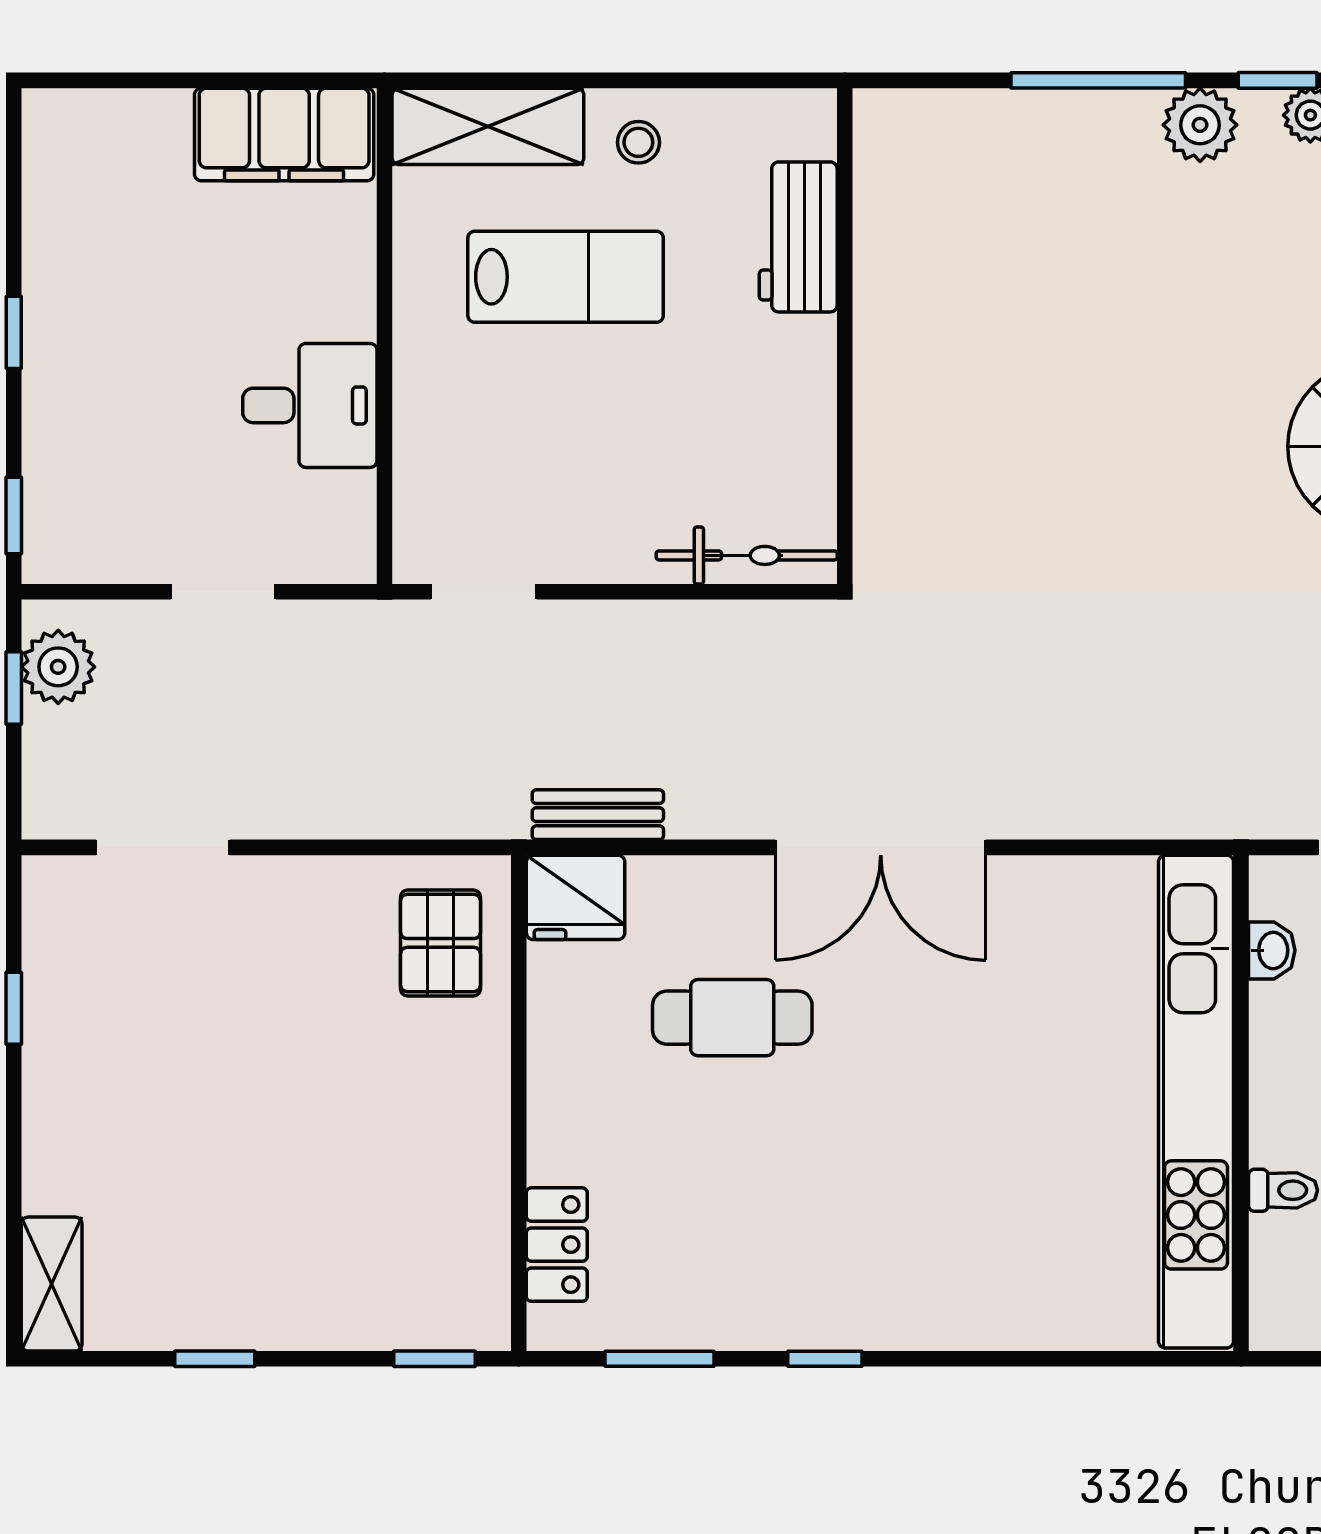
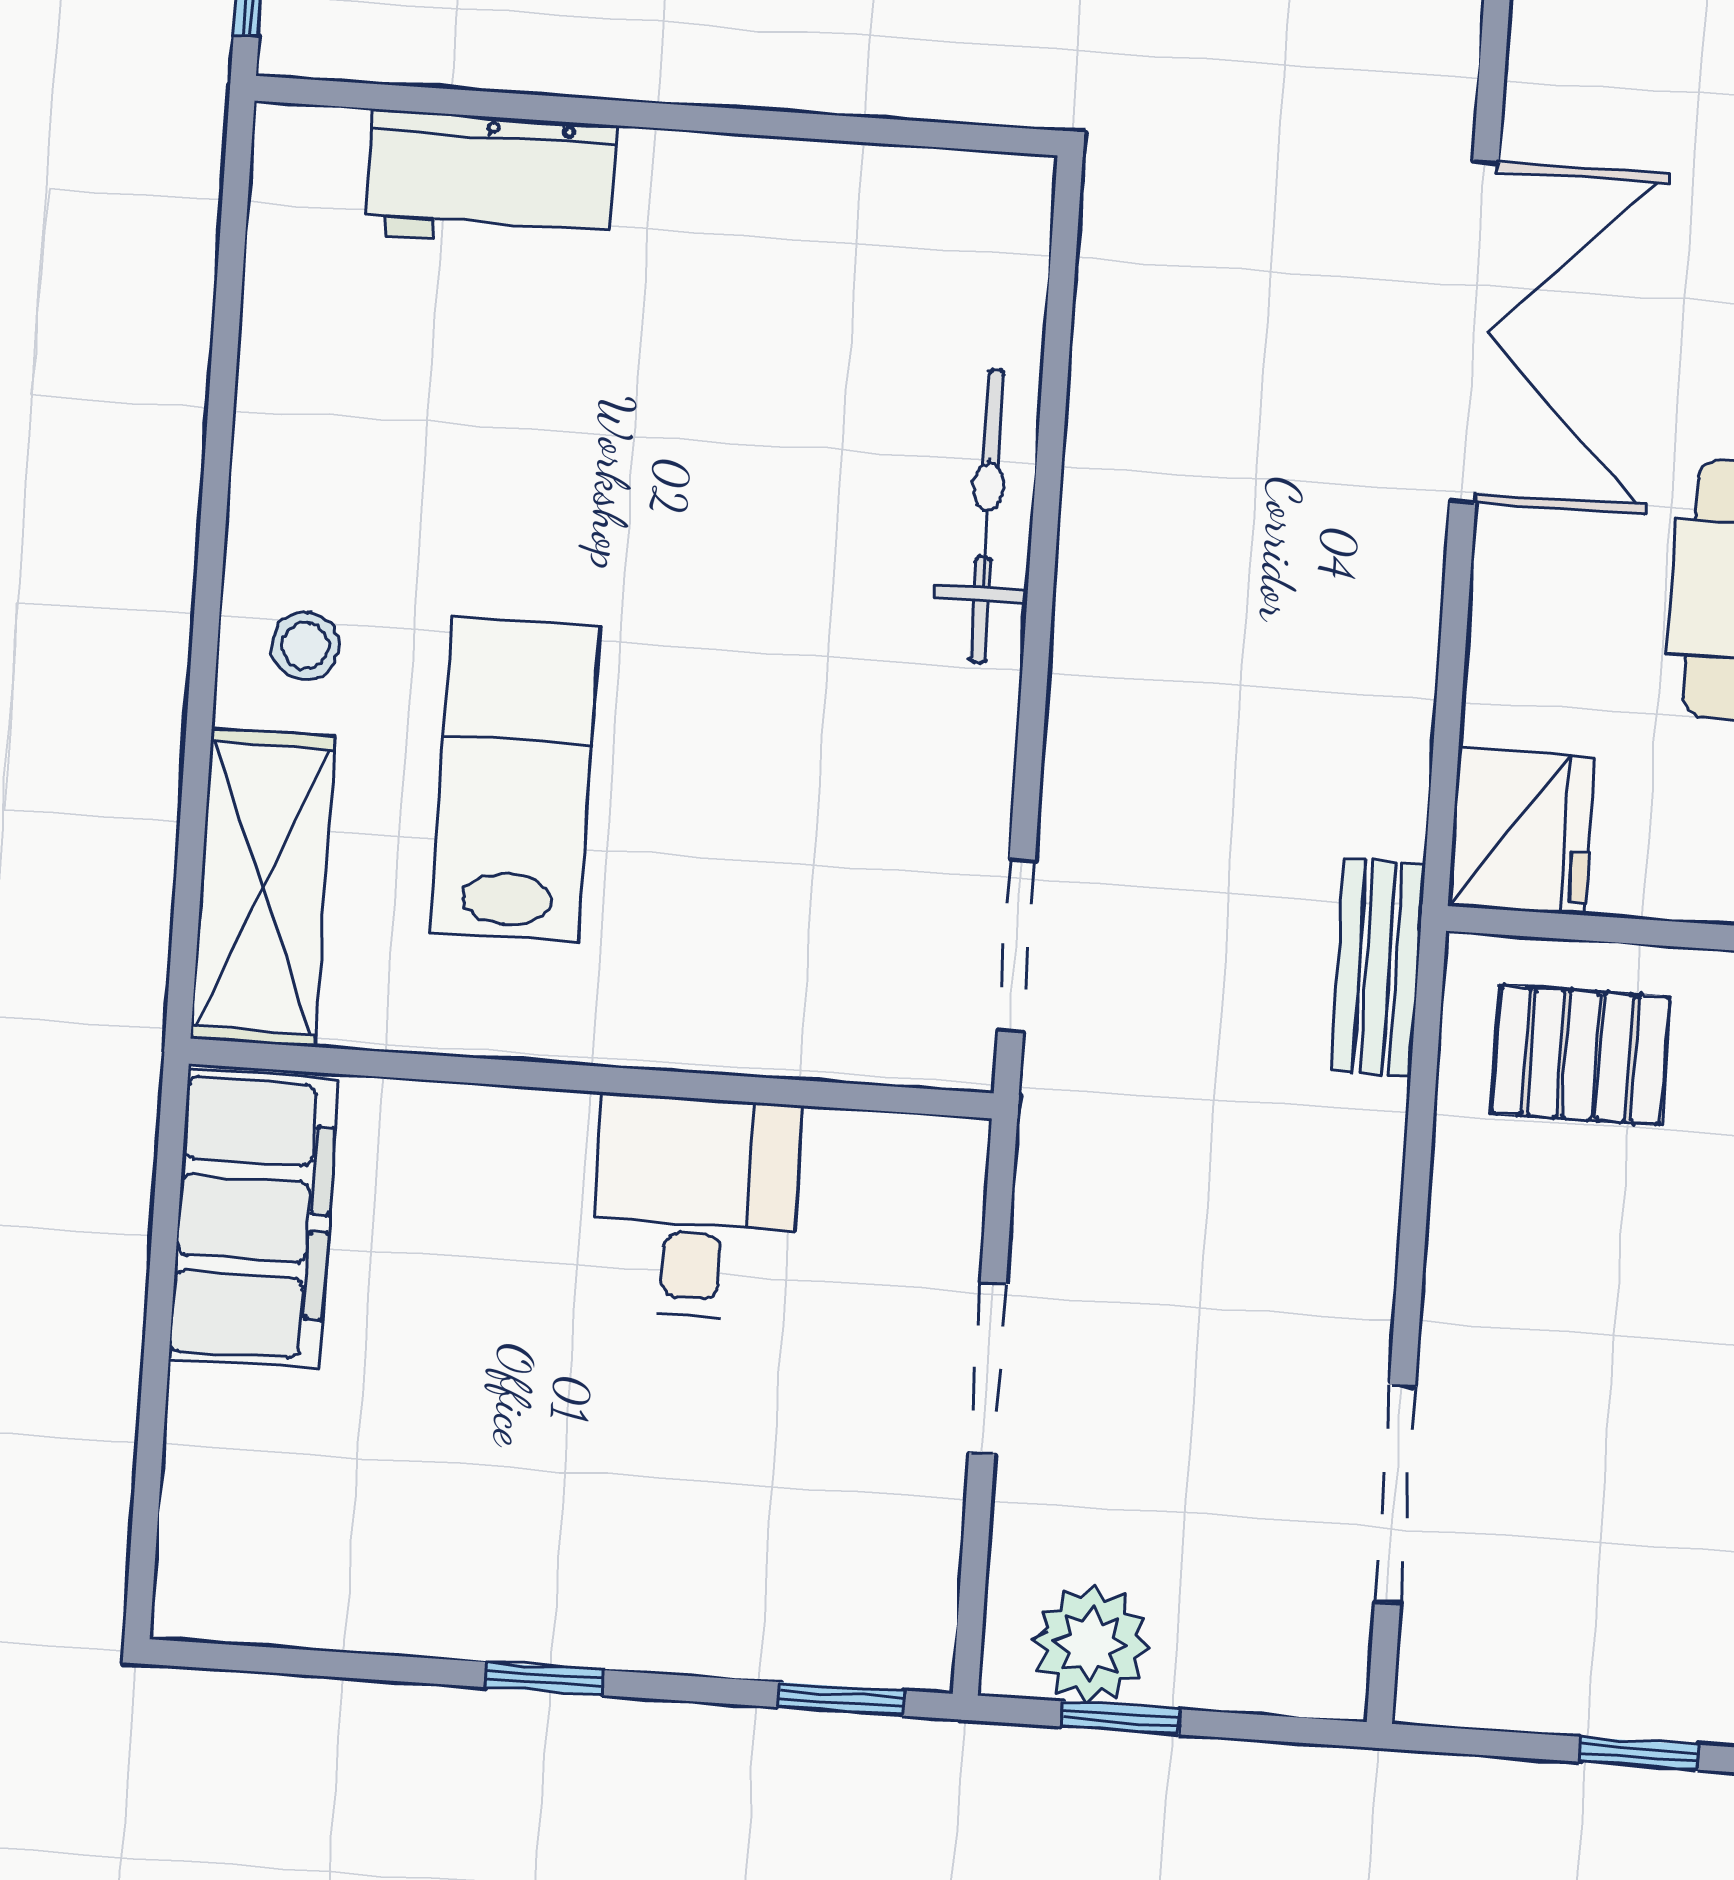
workbench: (798, 237) -> (491, 180), moved
wall: (845, 336) -> (657, 116), moved
bench: (598, 815) -> (1378, 968), moved

